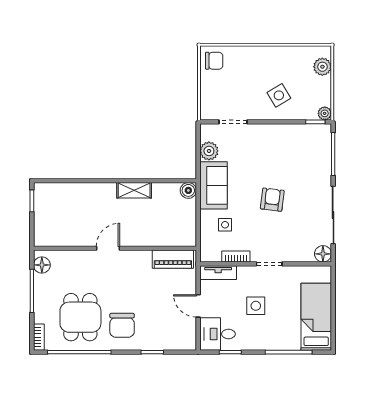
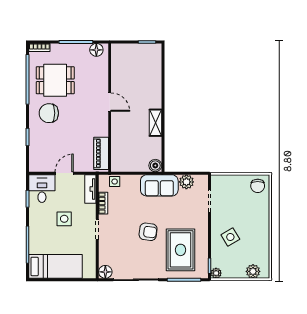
rug: (295, 158) -> (181, 250), added
side table: (225, 225) -> (115, 181), moved

